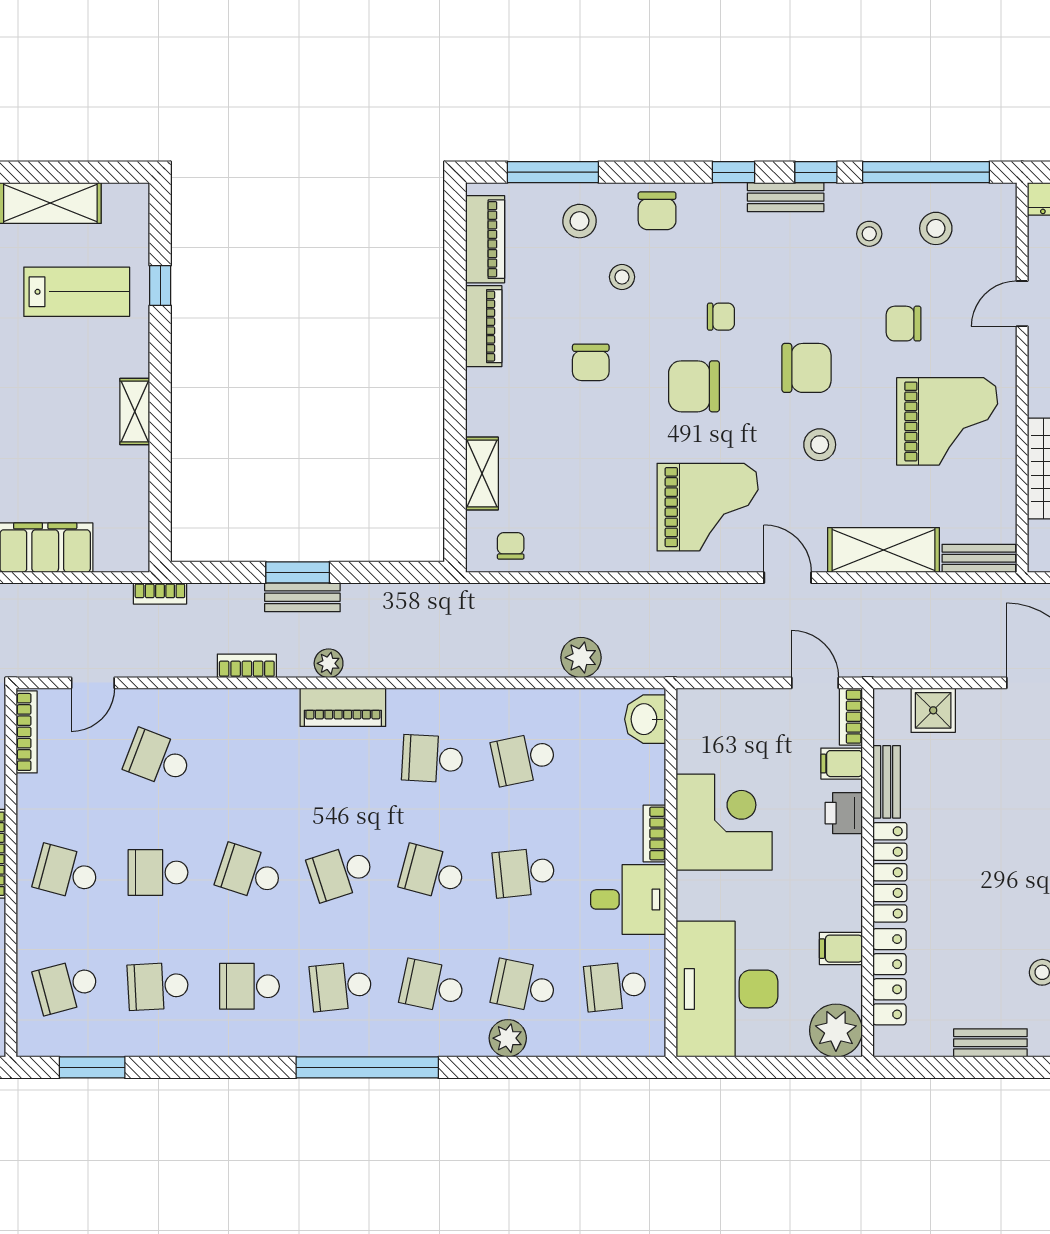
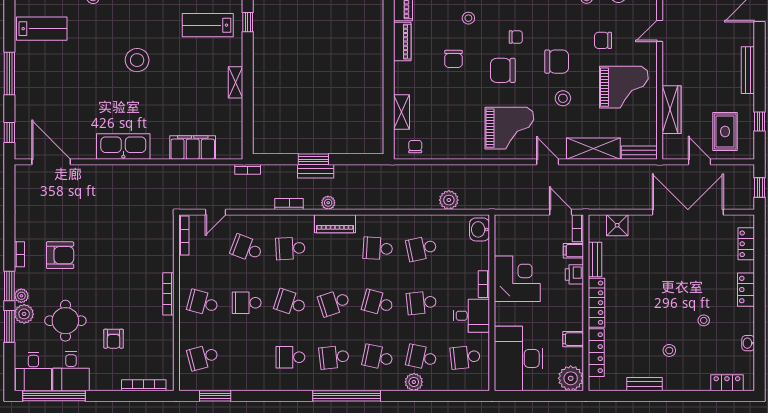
lab bench: (77, 292) -> (208, 25), turned 180
school desk: (158, 986) -> (290, 248), moved

